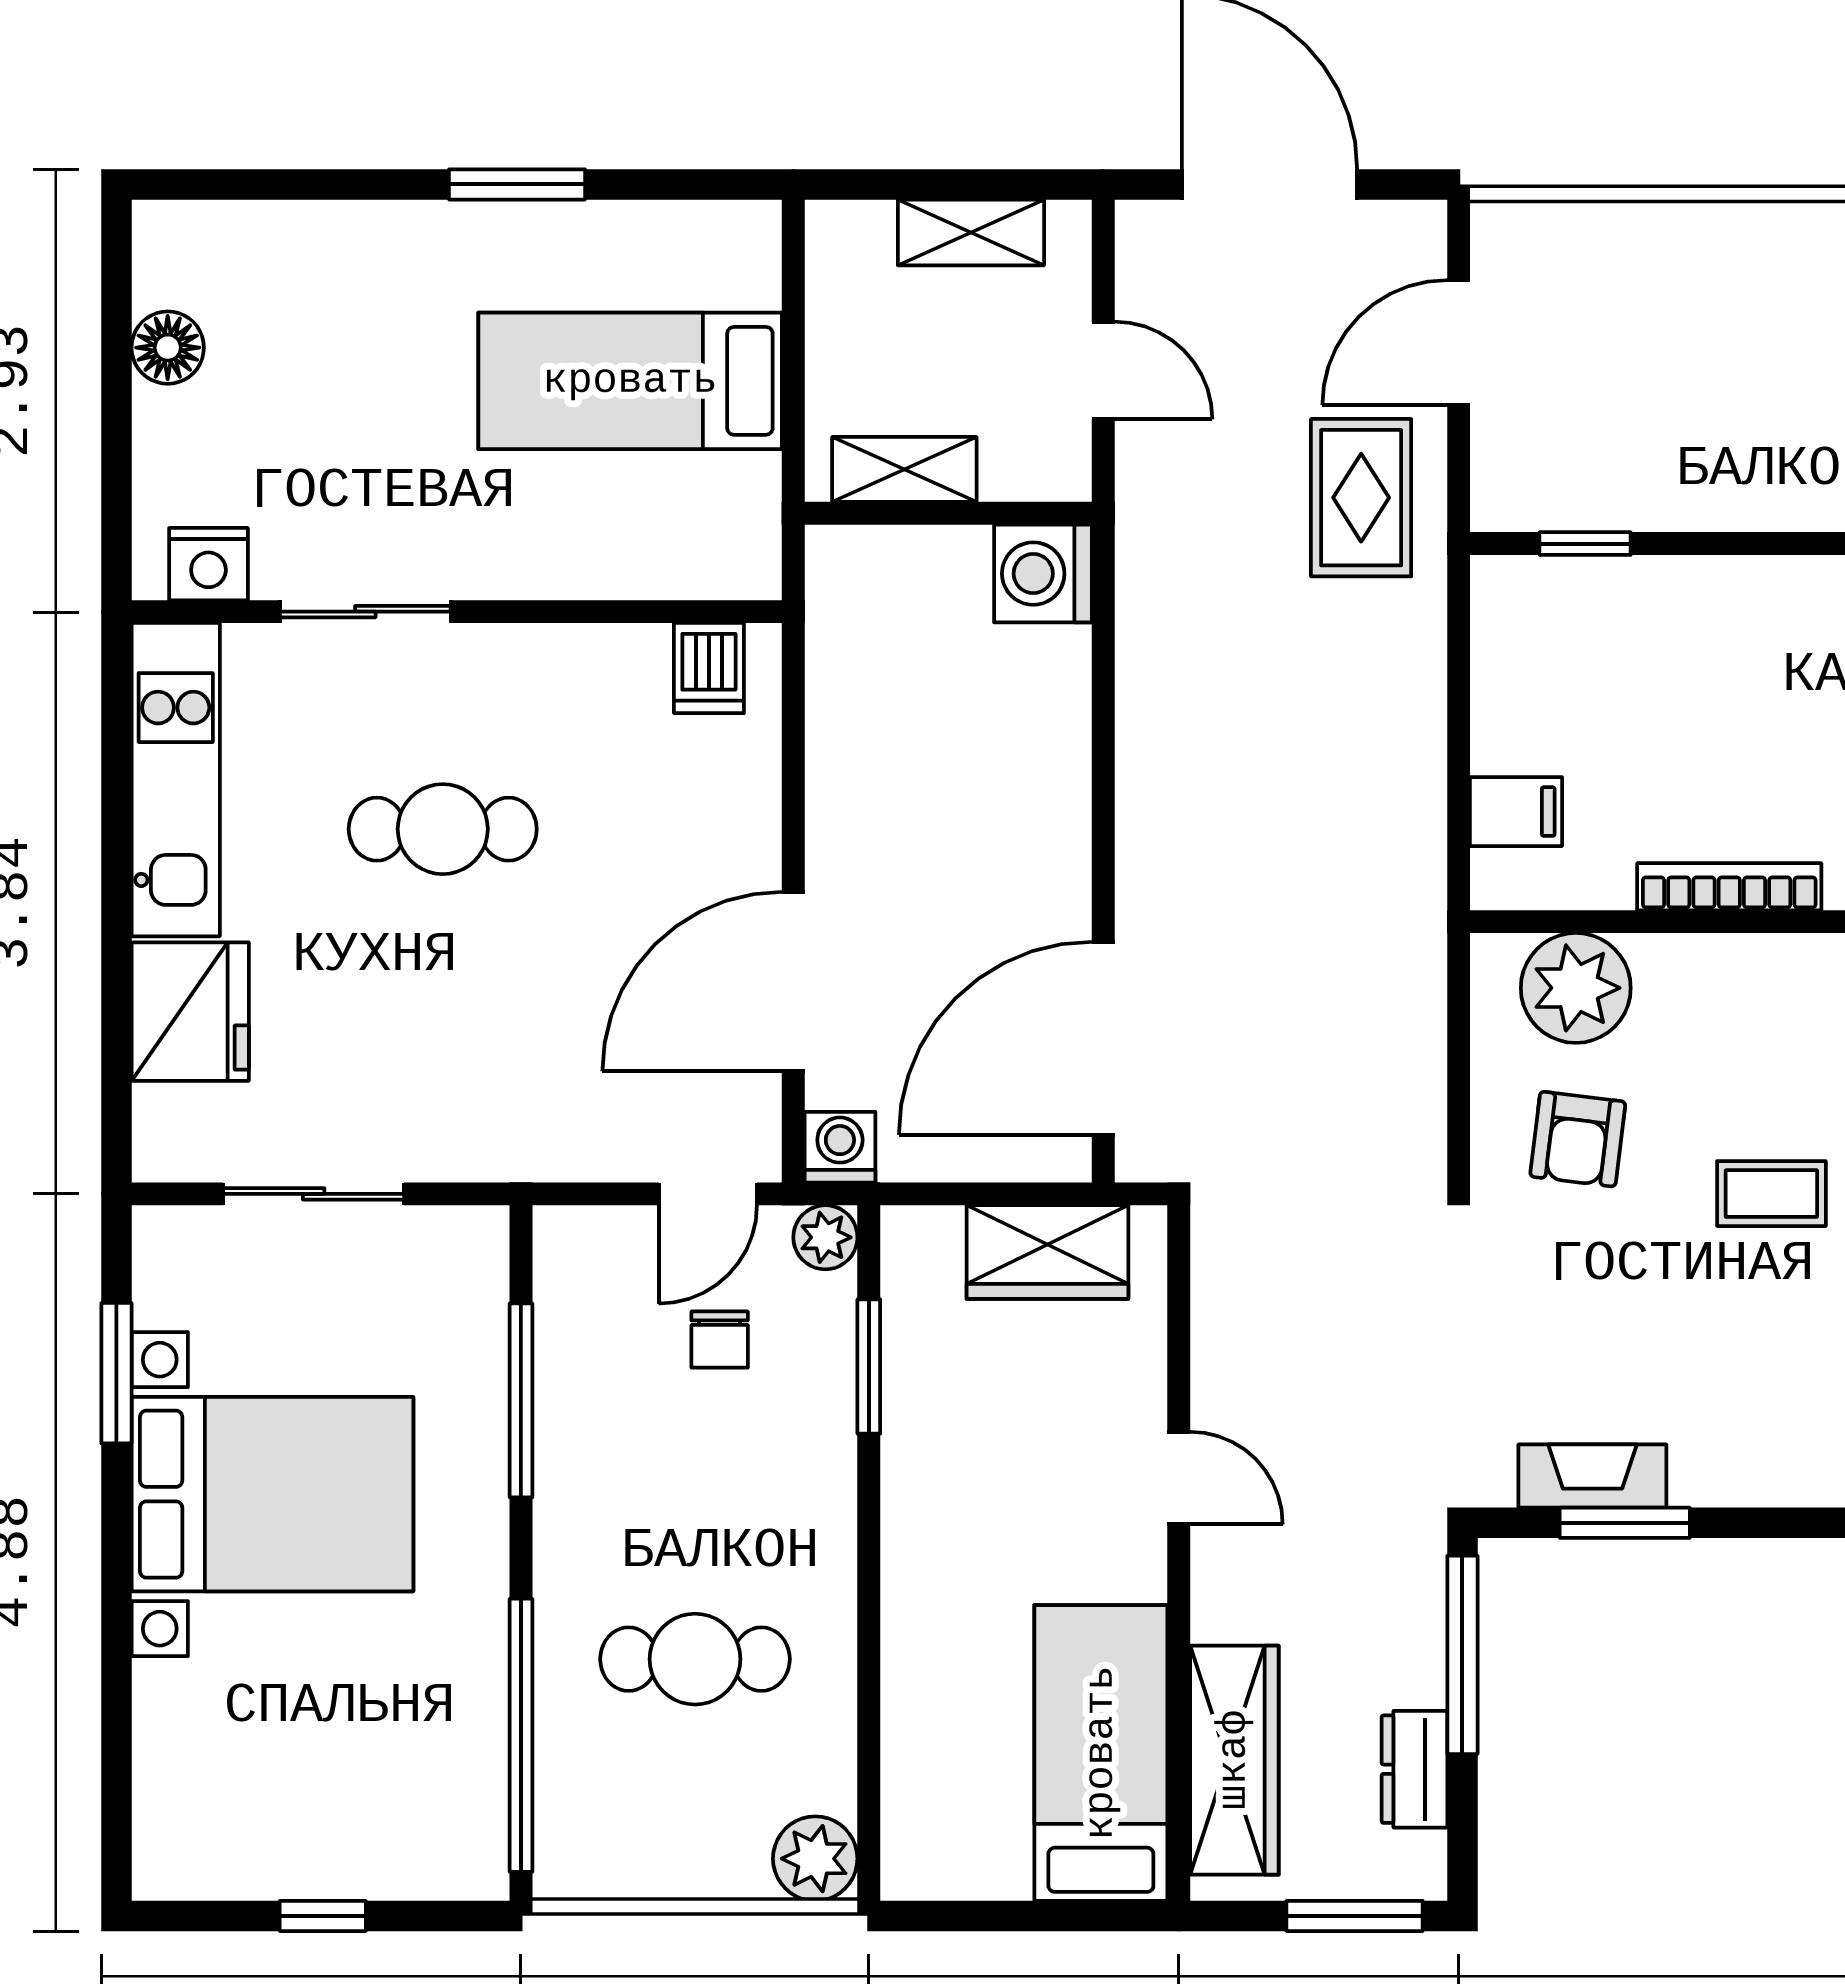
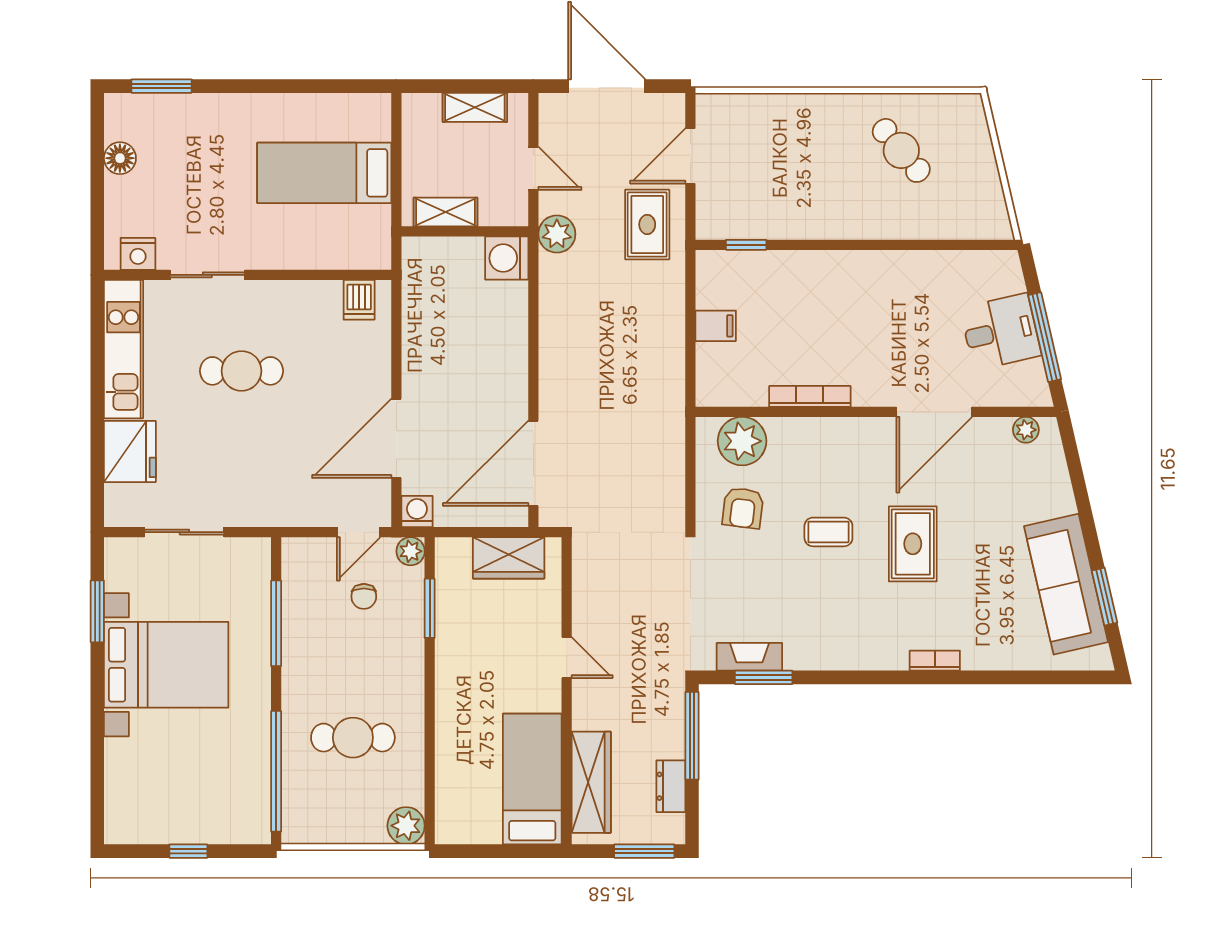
window: (517, 184) -> (161, 86), moved
plant: (1157, 519) -> (557, 234), added
filing cabinet: (1516, 812) -> (716, 326), moved

